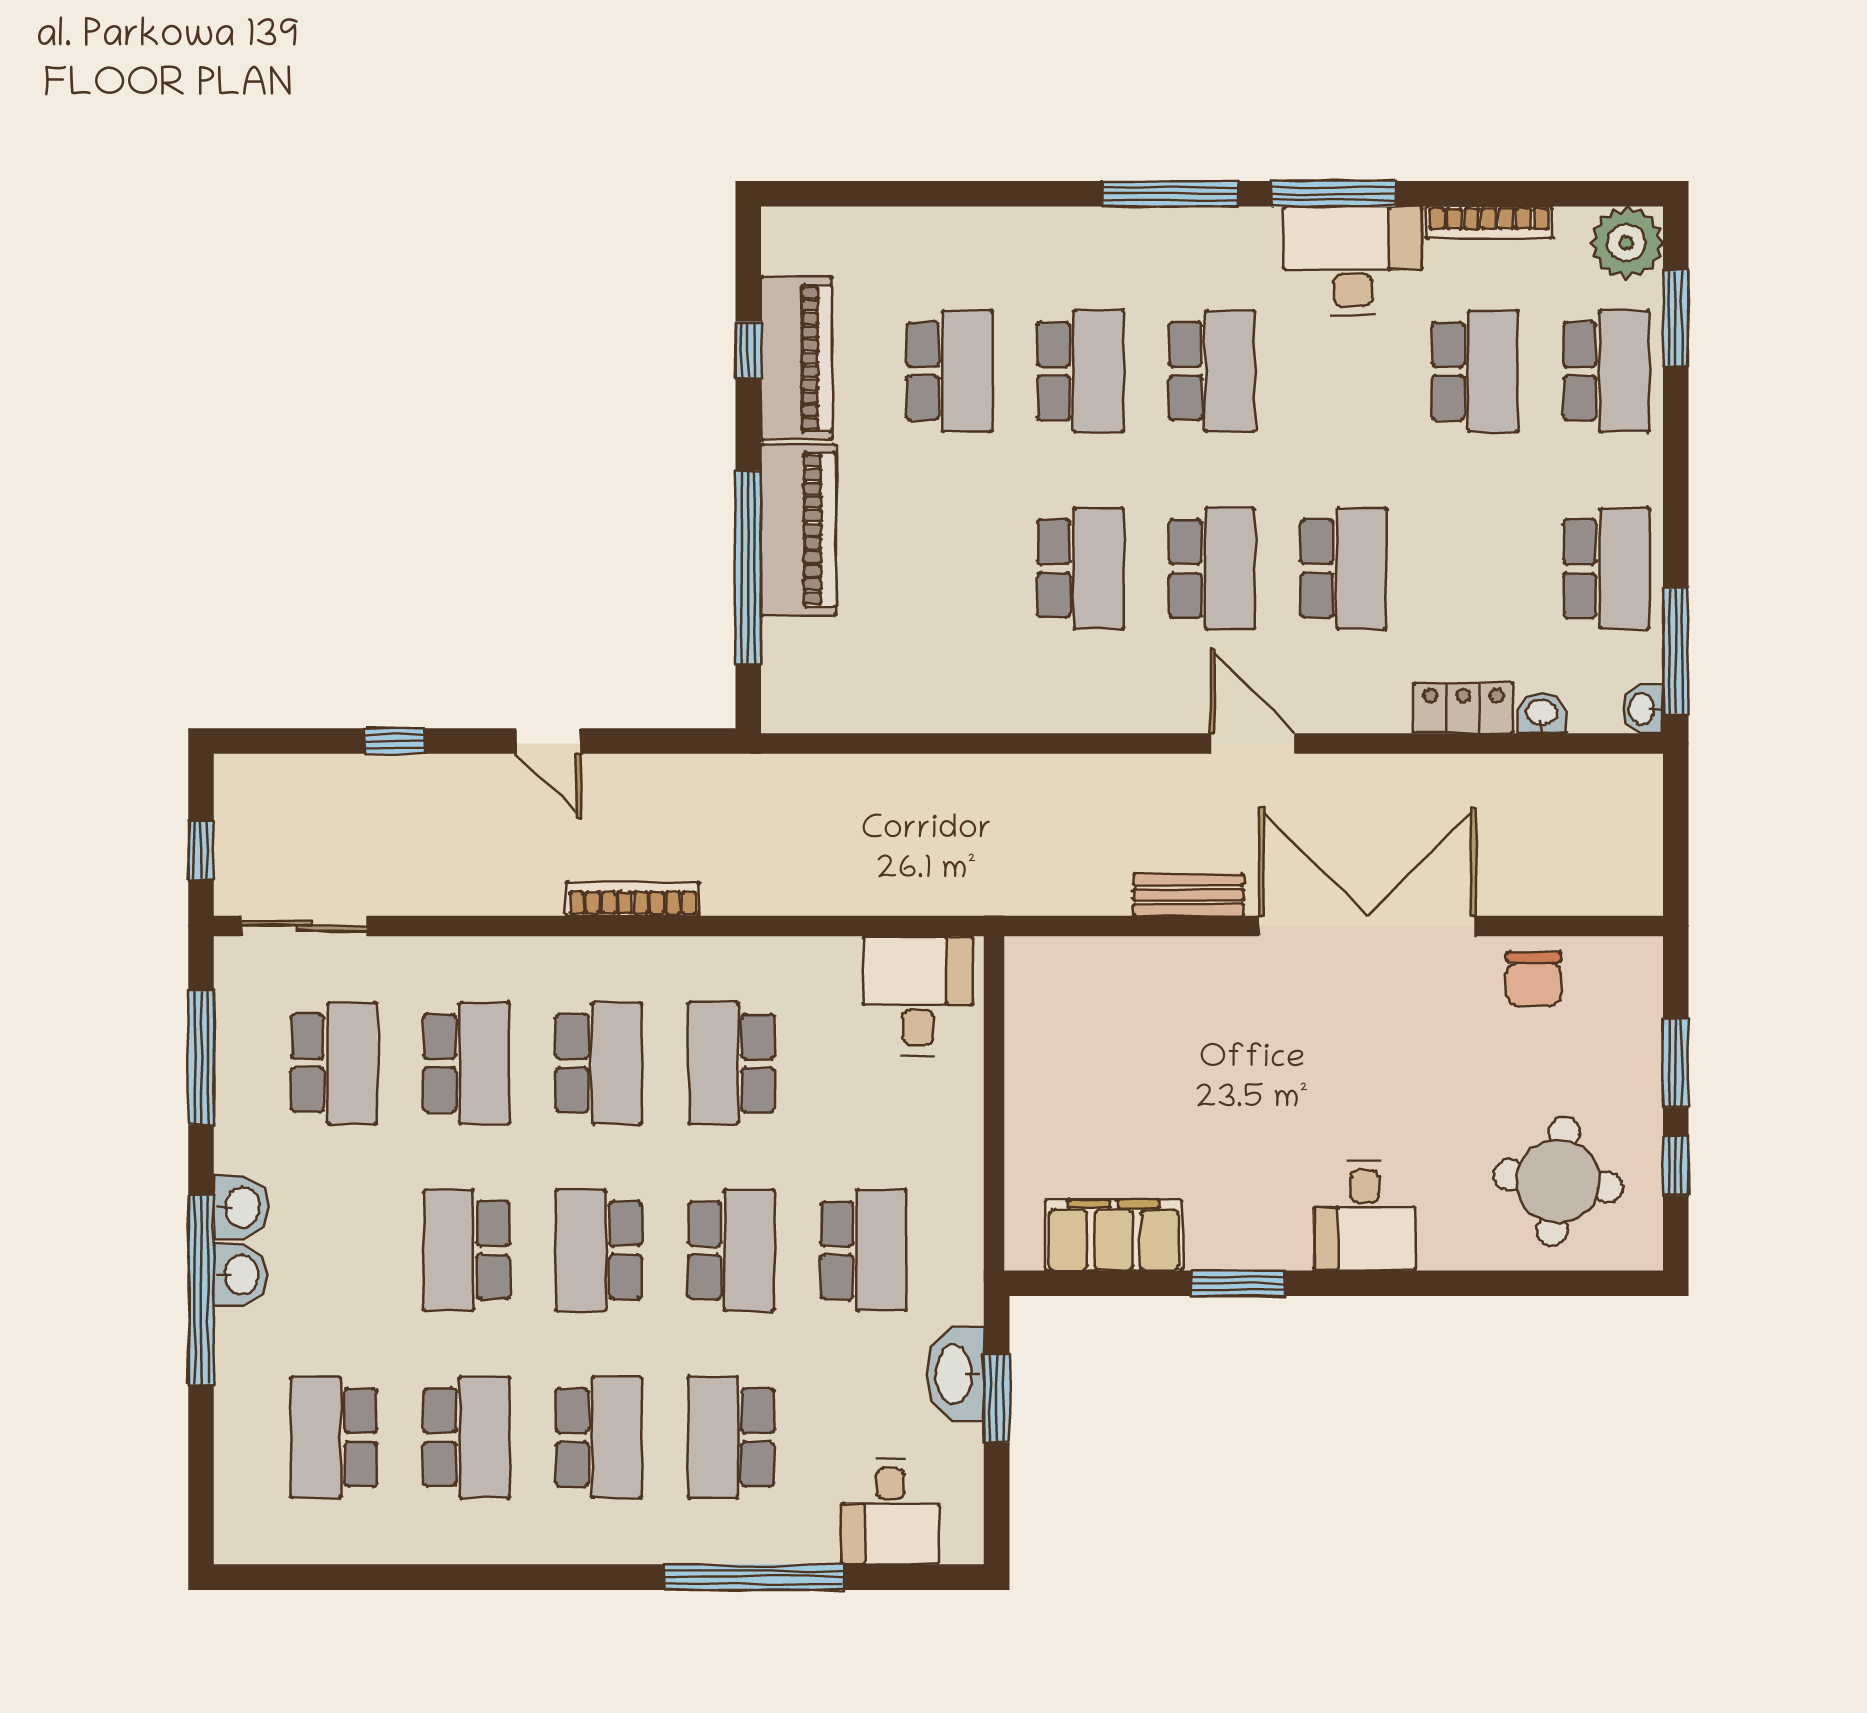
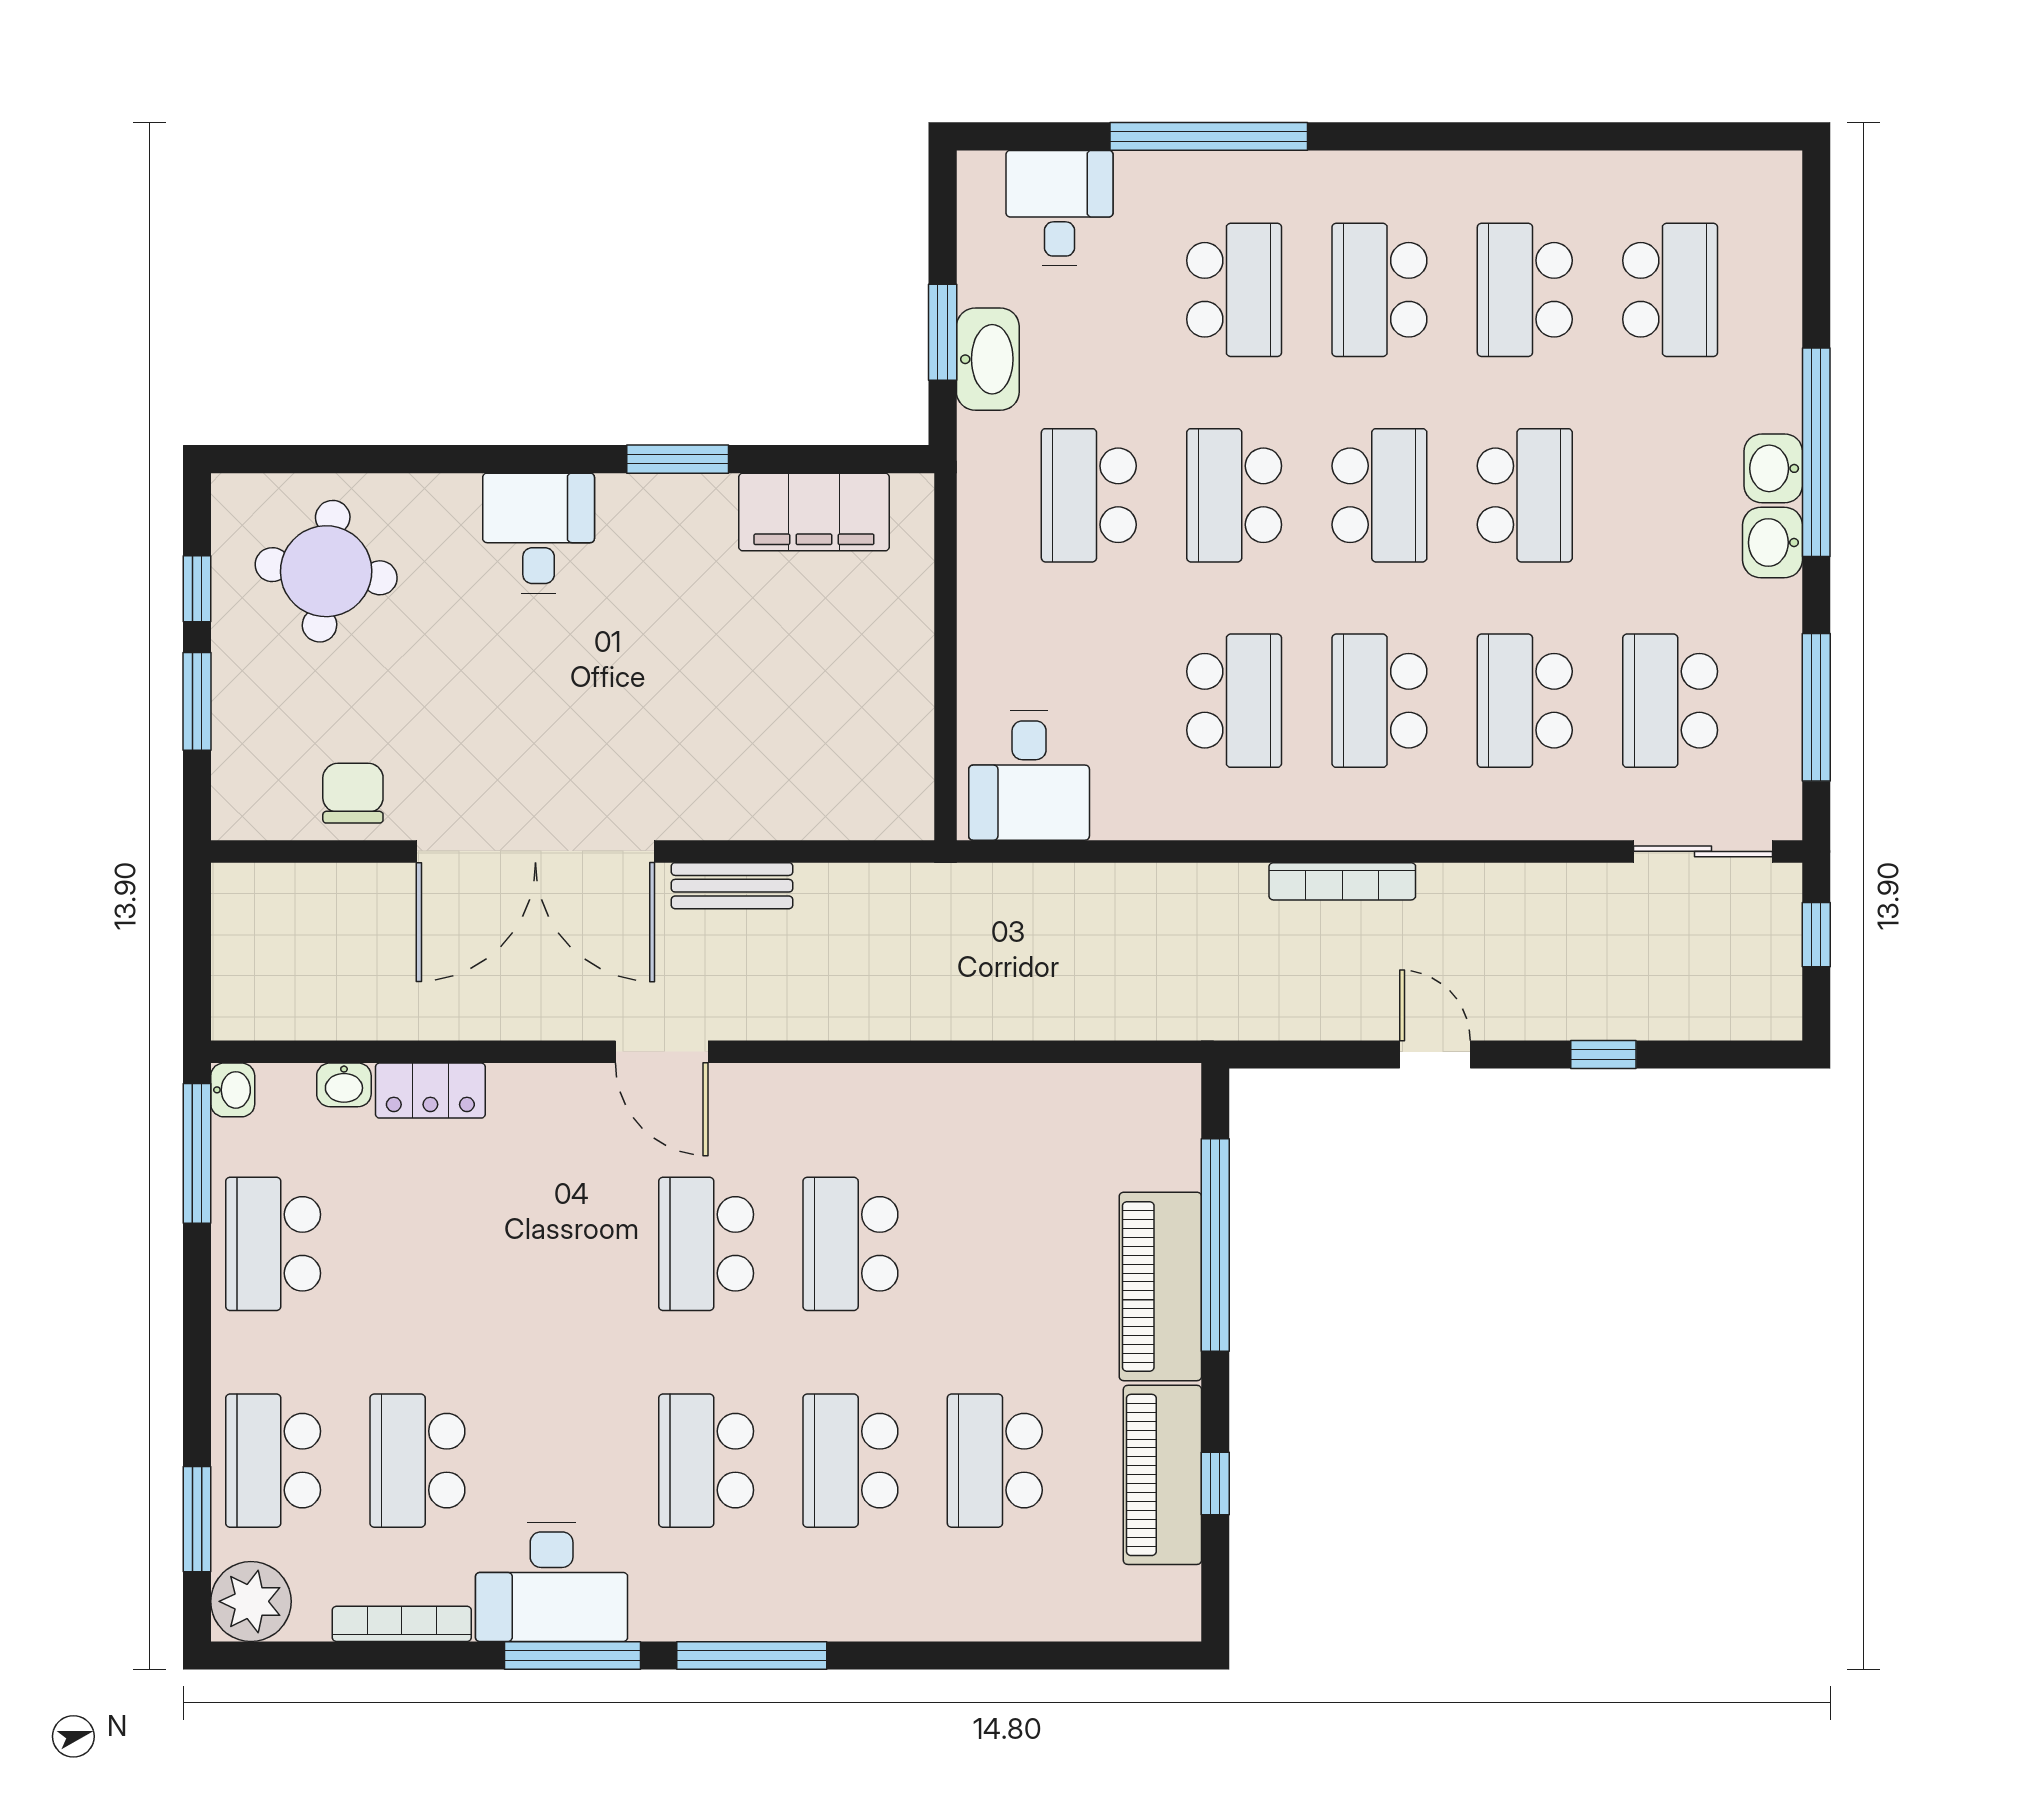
school desk: (1343, 569) -> (562, 1244), removed

